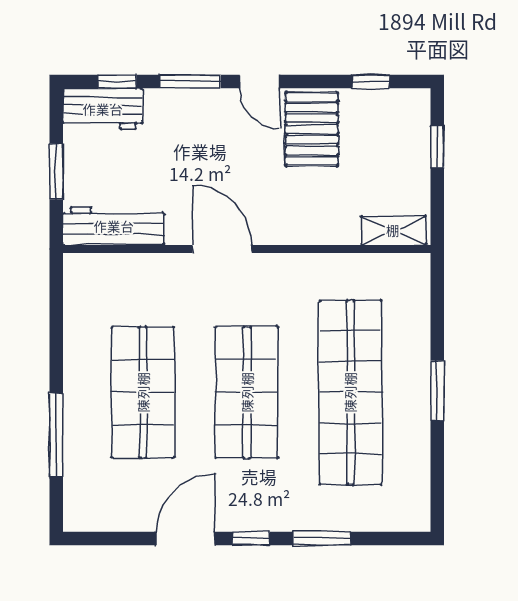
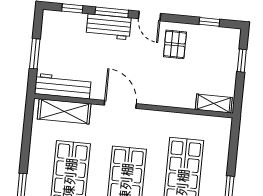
workbench: (103, 109) -> (109, 27), moved
pallet: (312, 129) -> (175, 44), width x0.67, depth x0.71
shelving: (121, 272) -> (64, 111), added

